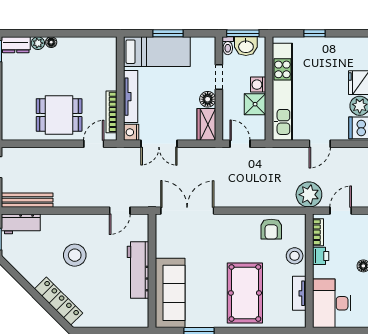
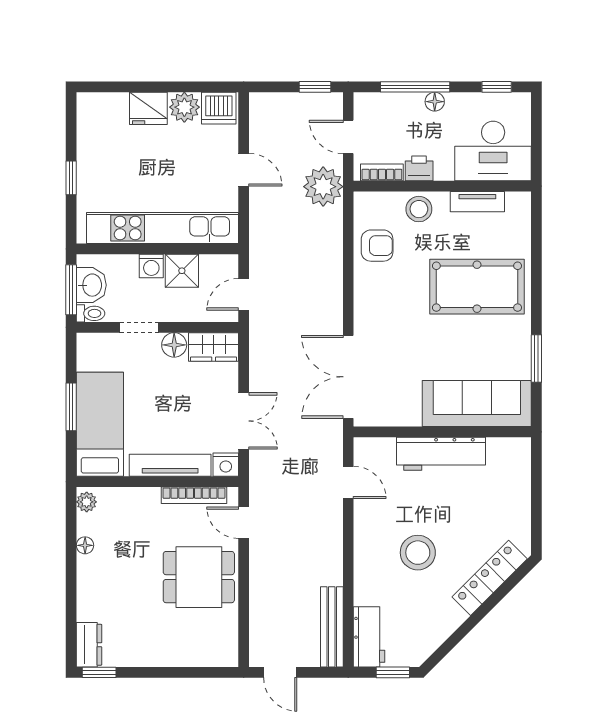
floor lamp: (51, 42) -> (85, 545), moved
plant: (38, 43) -> (87, 502), moved
dining table: (59, 115) -> (199, 577), turned 90

